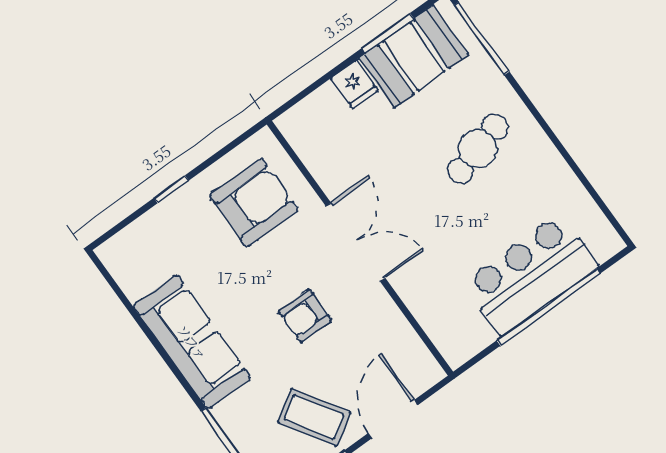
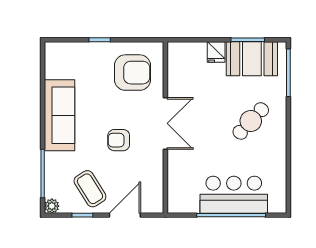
cafe table: (478, 149) -> (251, 121), turned -31

